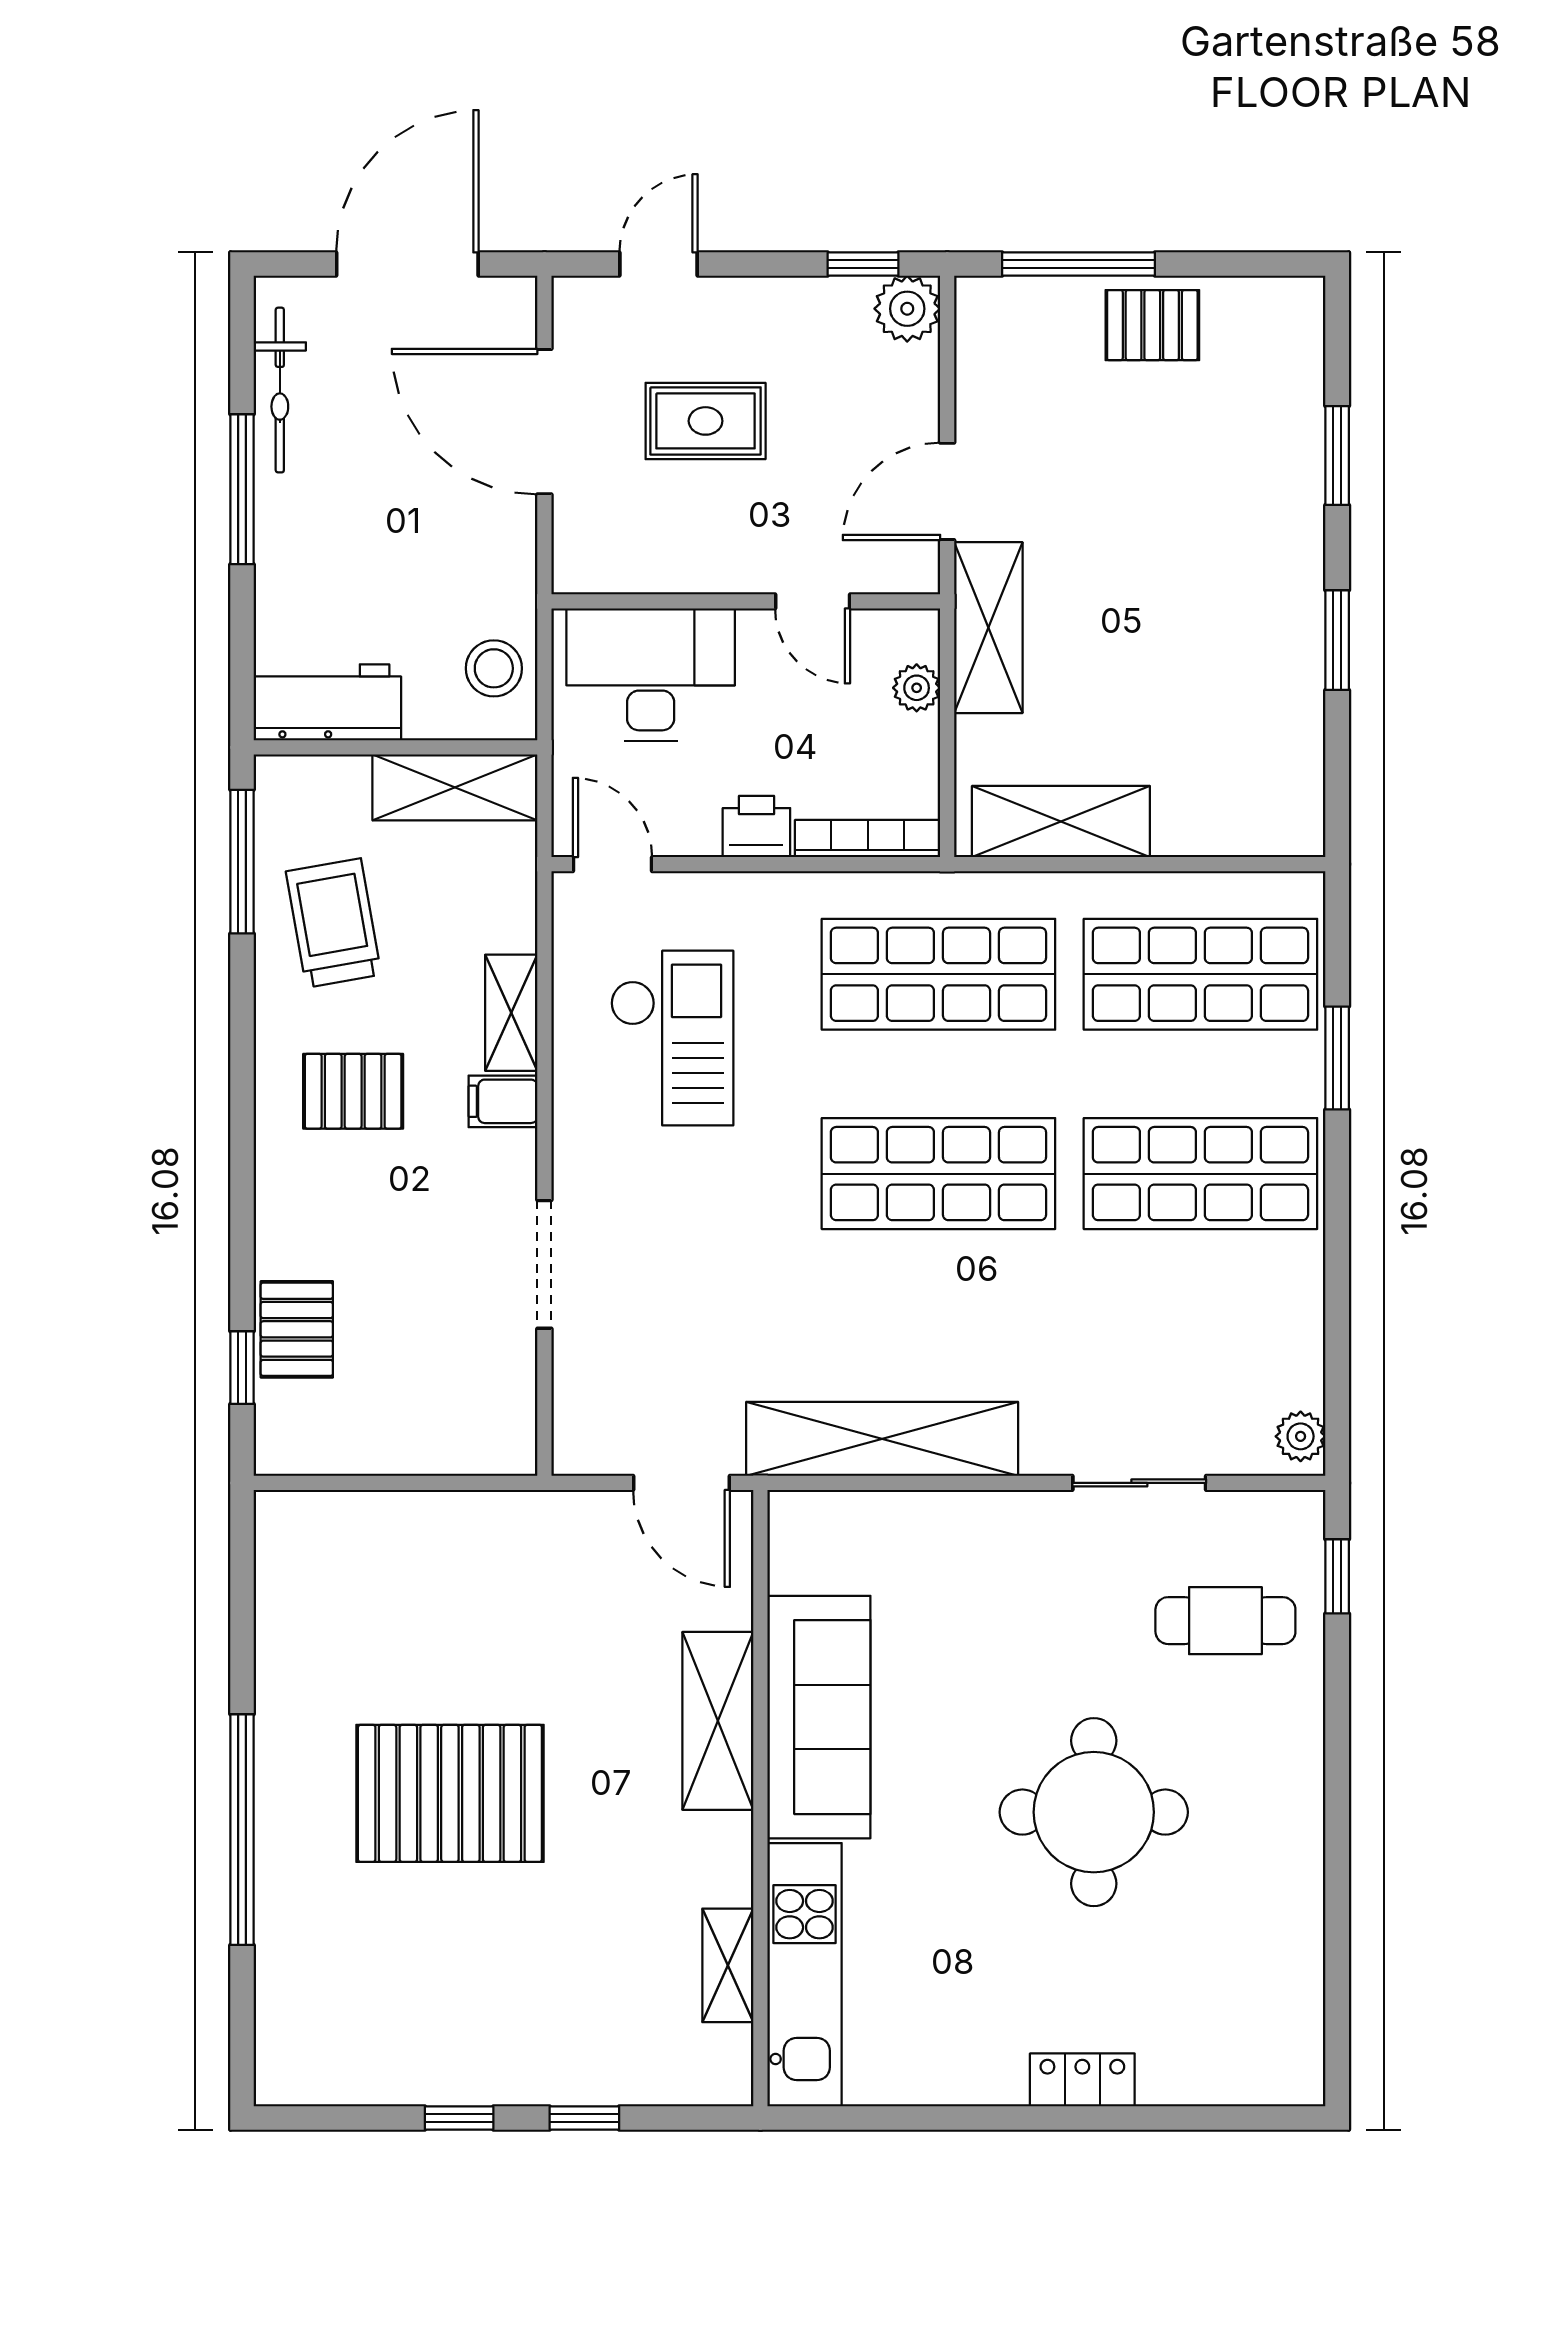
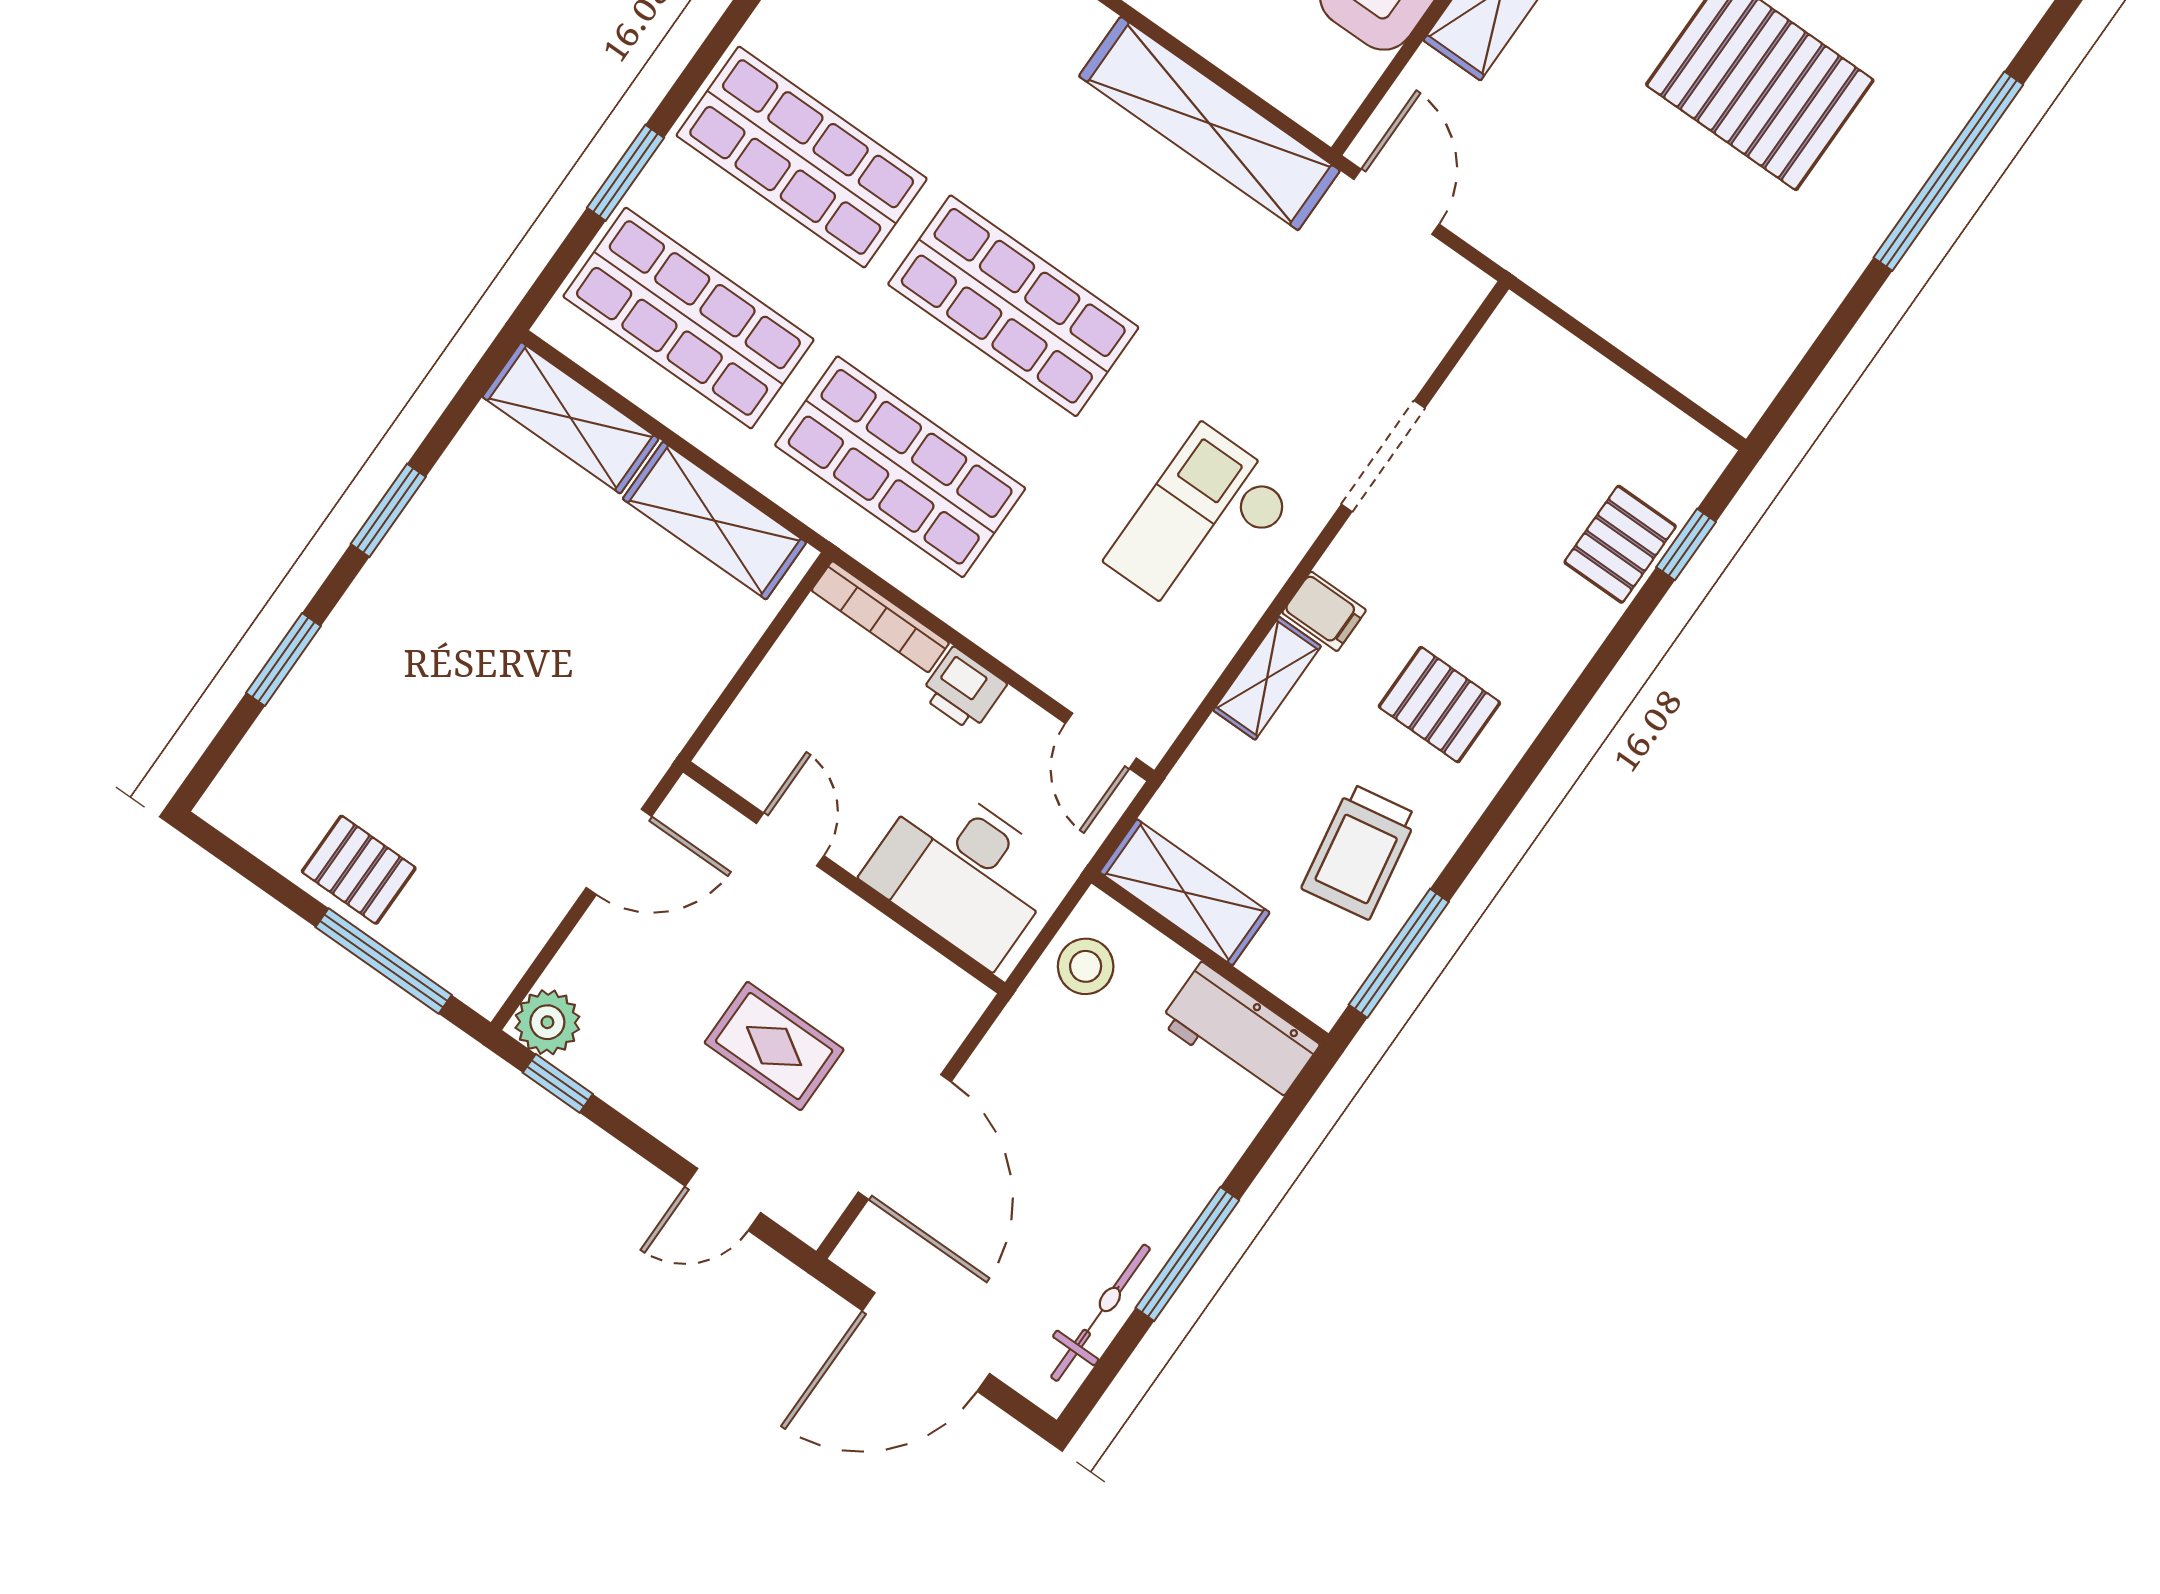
shelving: (988, 628) -> (571, 418), moved, turned 90
plant: (917, 688) -> (755, 711), removed
checkout: (672, 1038) -> (1201, 526), moved

